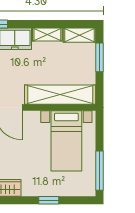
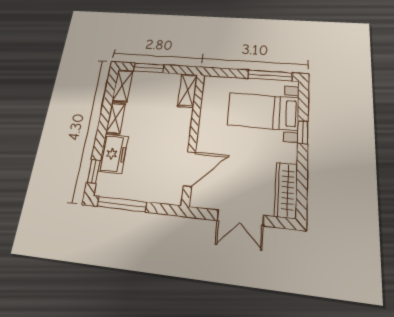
shelving: (60, 95) -> (188, 90), width x0.45, depth x0.75
bed with nightstands: (66, 141) -> (263, 111), moved, turned 180

